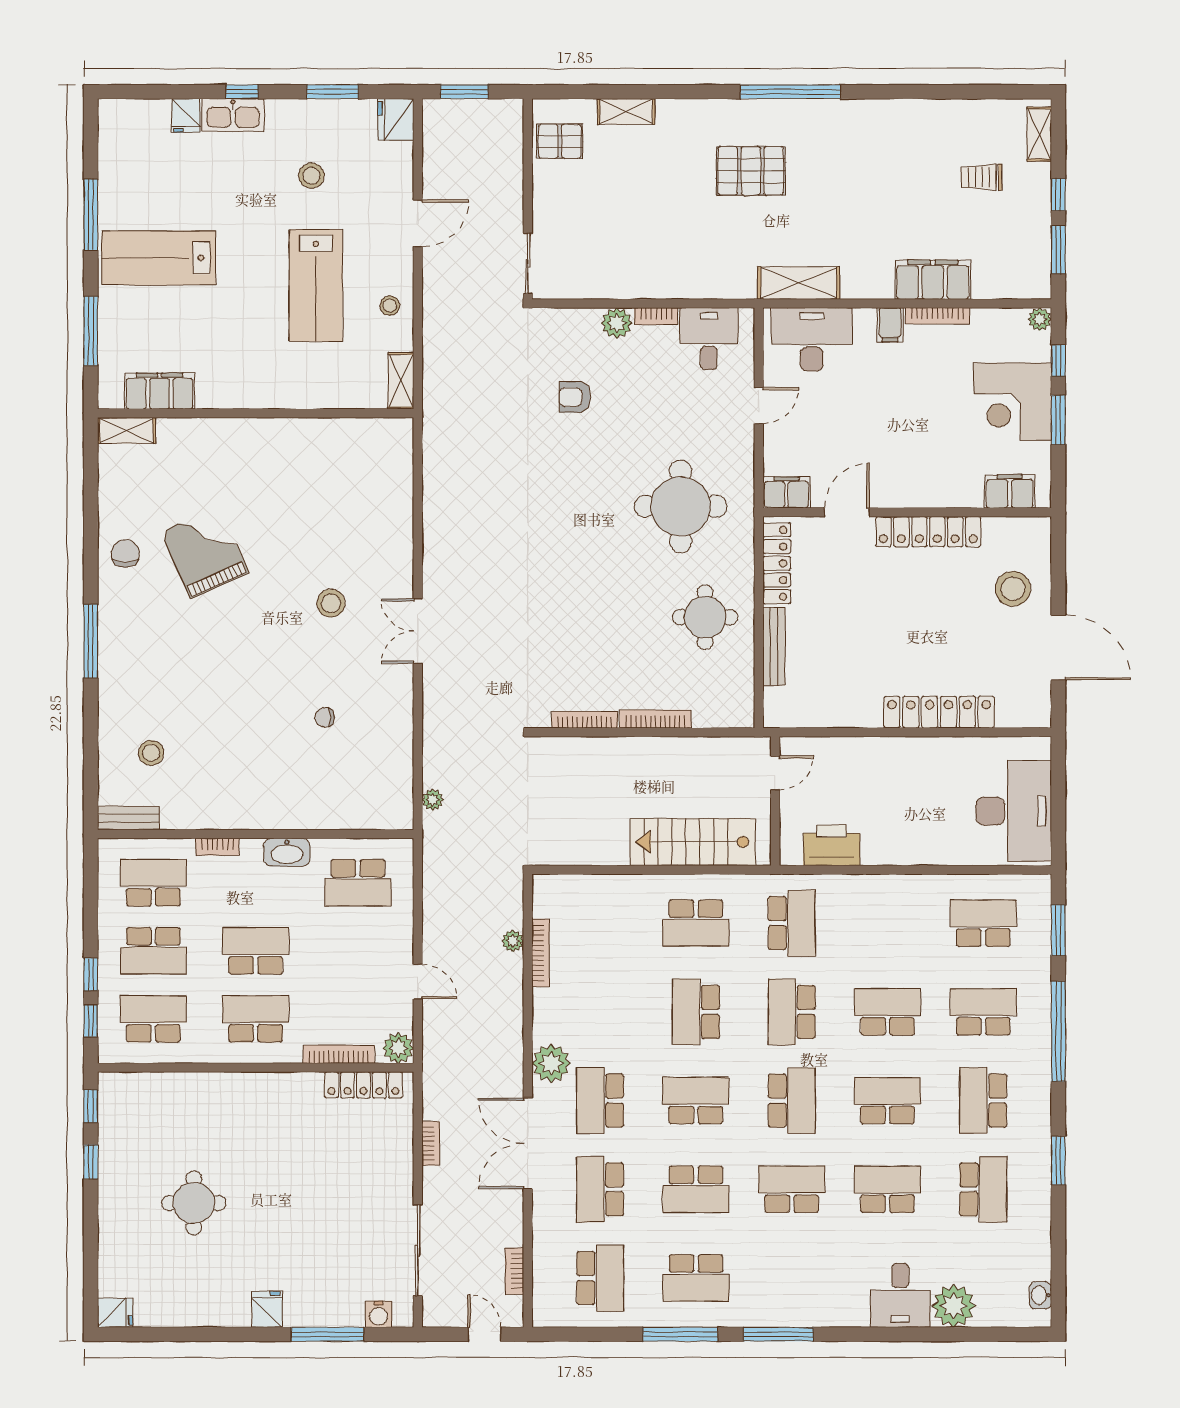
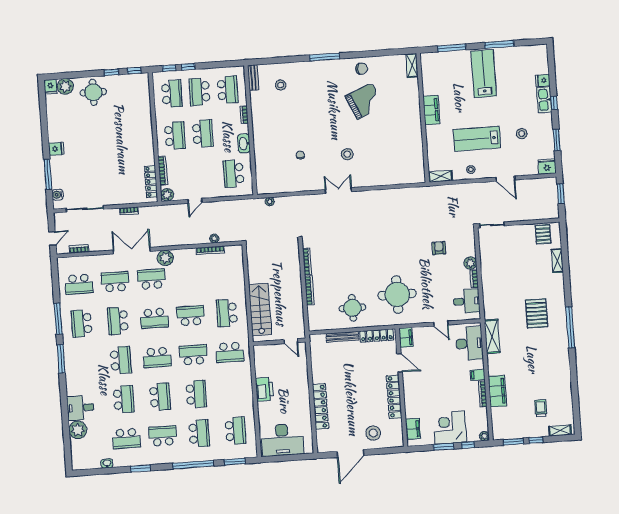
filing cabinet: (160, 391) -> (431, 110), moved
printer: (832, 845) -> (264, 389), moved
school desk: (696, 1101) -> (154, 318), turned 90
round table: (194, 1203) -> (93, 92), moved
plant: (117, 1277) -> (65, 86), added
washbasin: (1040, 1295) -> (107, 463), moved

